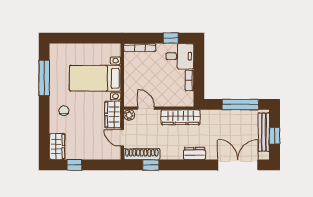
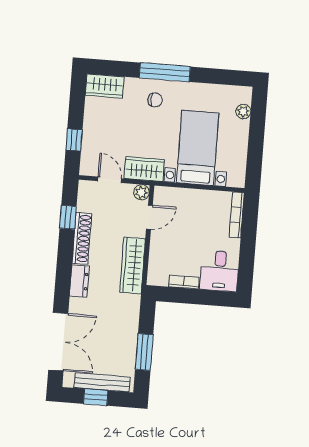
window: (171, 38) -> (247, 260), removed
plant: (67, 49) -> (243, 112), added
window: (44, 78) -> (165, 72), moved
window: (240, 104) -> (144, 352), width x0.69
door: (122, 138) -> (110, 180), hinge flipped
shoe rack: (142, 154) -> (82, 238), moved
window: (75, 165) -> (74, 140), moved

